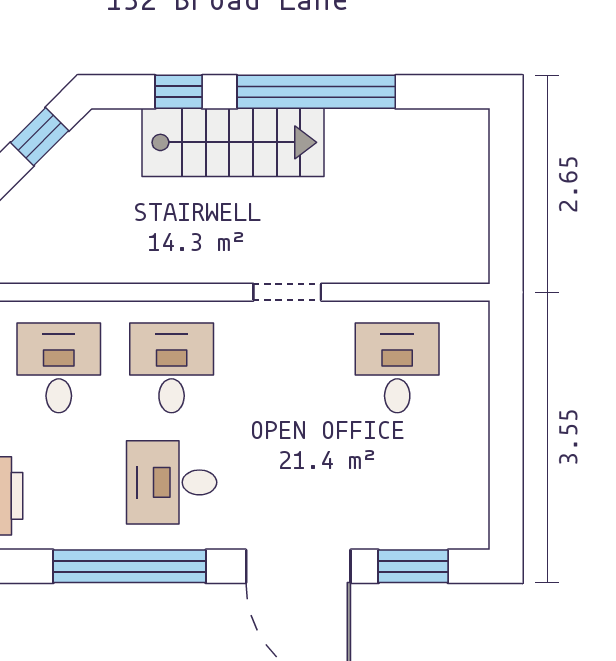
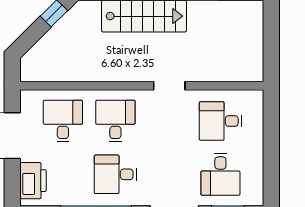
desk: (397, 368) -> (220, 121), turned -90
desk: (397, 482) -> (220, 174), added

